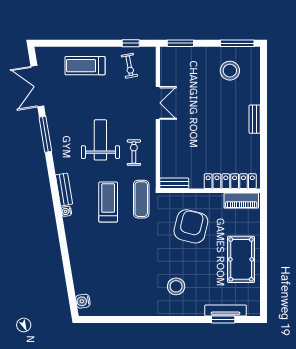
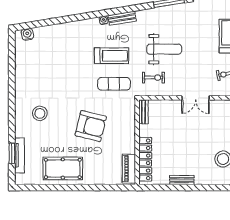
locker: (230, 181) -> (145, 159), moved
bench: (174, 183) -> (143, 112), moved
wall: (210, 191) -> (137, 142), moved
piano: (241, 200) -> (129, 169), moved

